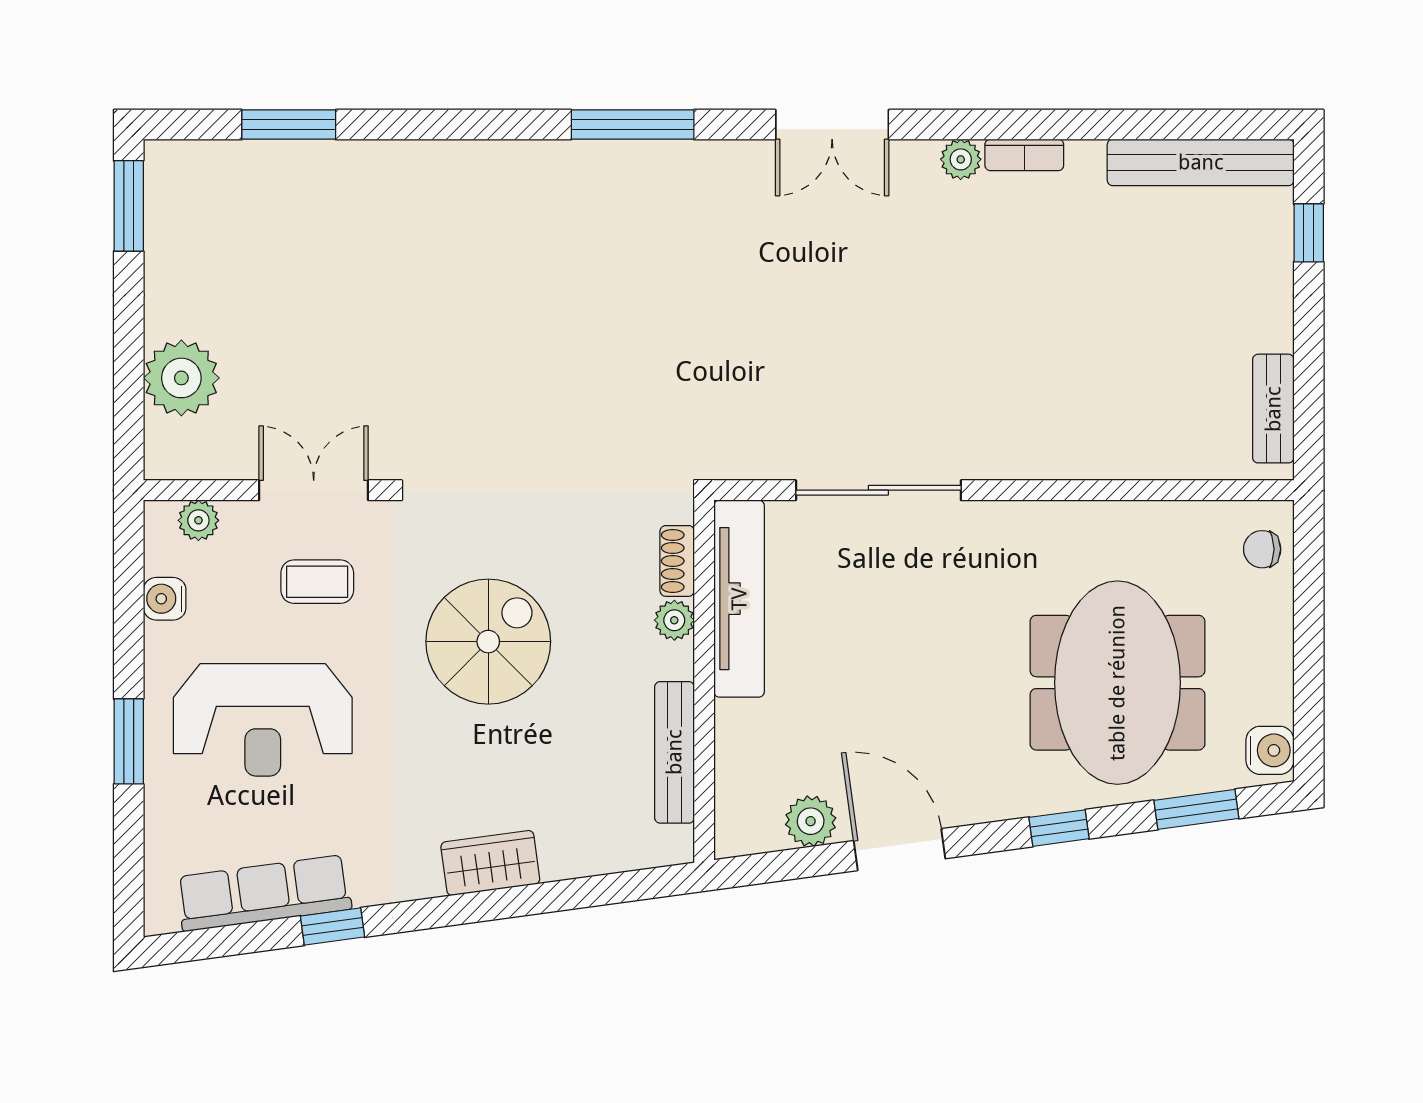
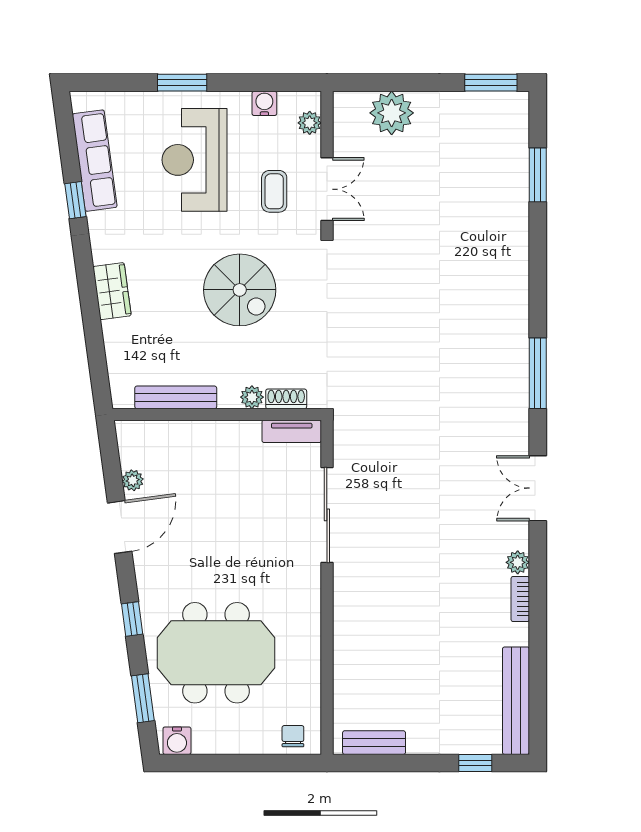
tv unit: (739, 599) -> (292, 431), width x0.52, depth x0.78
plant: (811, 821) -> (133, 480), width x0.73, depth x0.73

